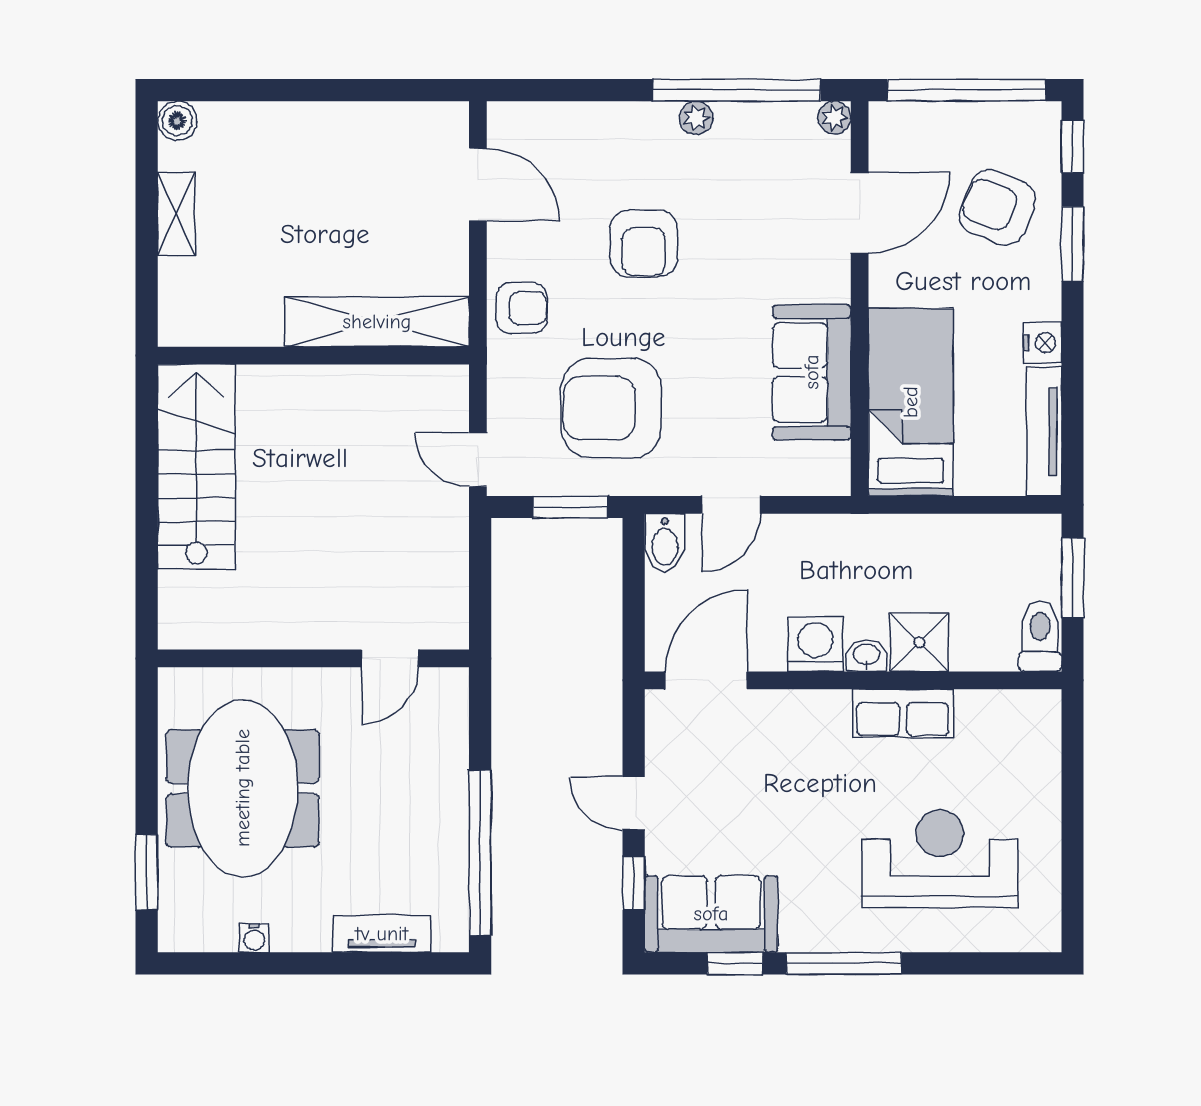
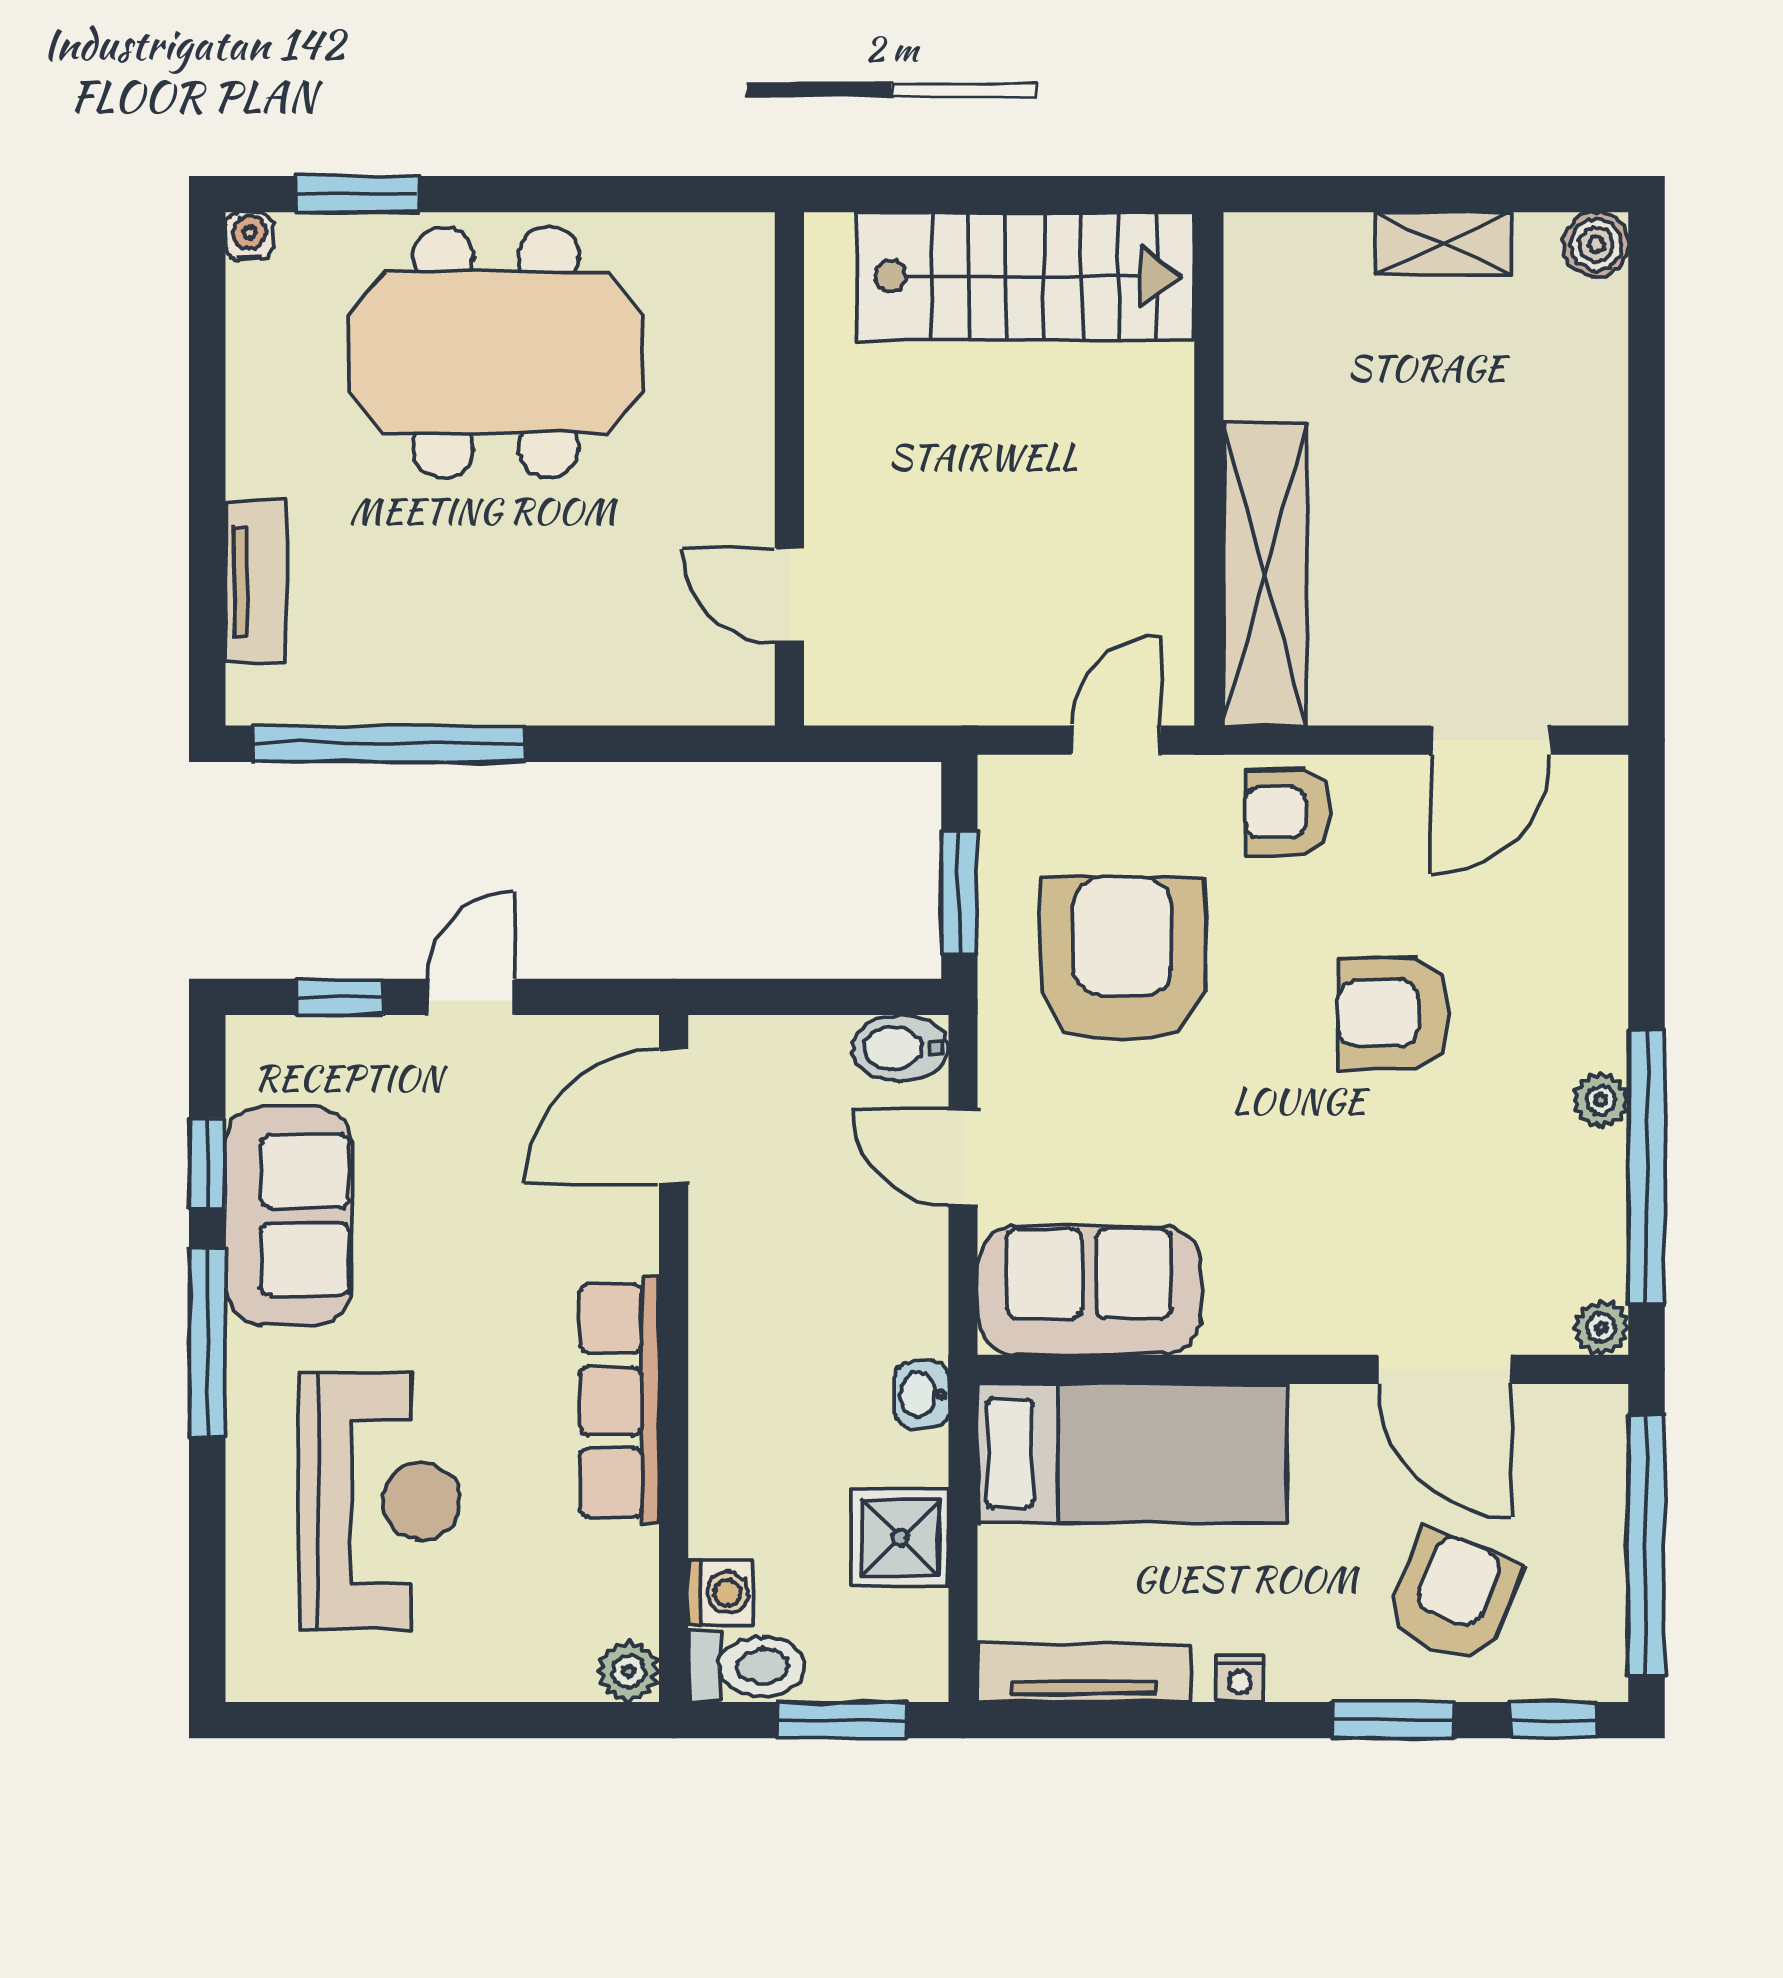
armchair: (522, 308) -> (1287, 812), turned 90
nightstand: (1042, 343) -> (1240, 1679), width x0.72, depth x0.74
sofa: (812, 372) -> (1089, 1290), moved
door: (478, 460) -> (1116, 740), moved
shower: (919, 642) -> (900, 1538), moved
washing machine: (815, 644) -> (721, 1593), moved, width x0.73, depth x0.73
washbasin: (866, 655) -> (922, 1395), moved, turned 180
wall: (313, 658) -> (789, 469), moved
door: (390, 658) -> (789, 595), moved
door: (706, 680) -> (674, 1116), swing flipped
plant: (1043, 708) -> (629, 1671), added
row of seats: (903, 713) -> (619, 1401), width x1.48
sofa: (711, 914) -> (289, 1215), moved
water cooler: (254, 938) -> (249, 236), moved, turned 90

